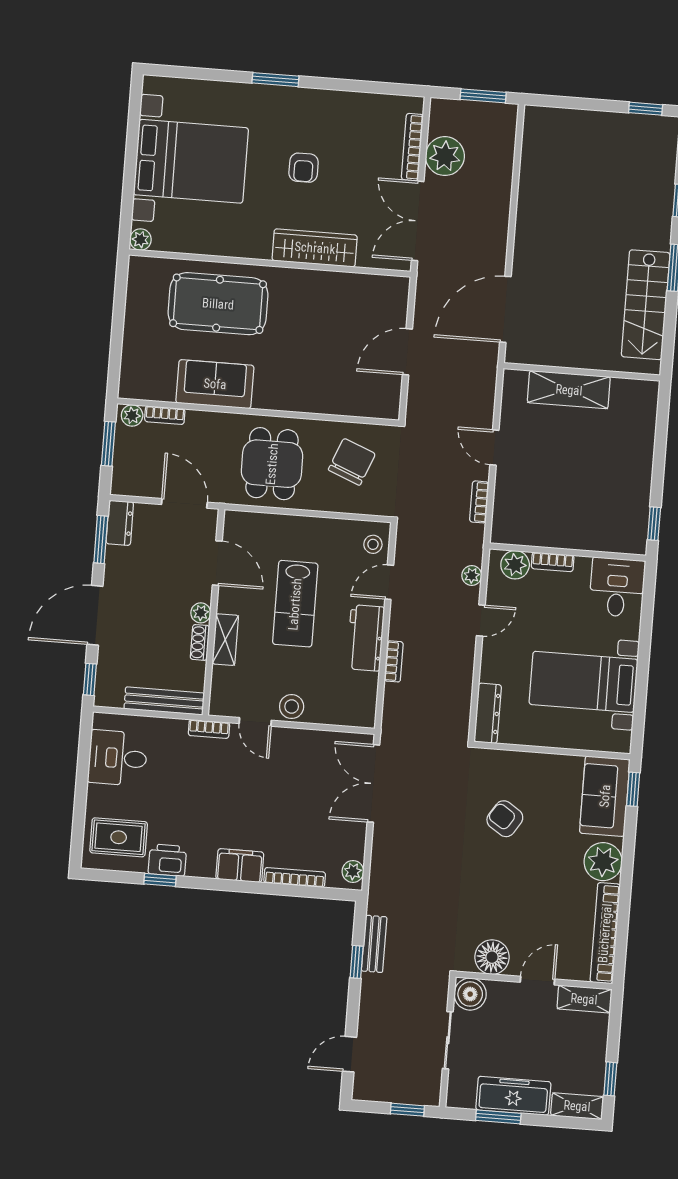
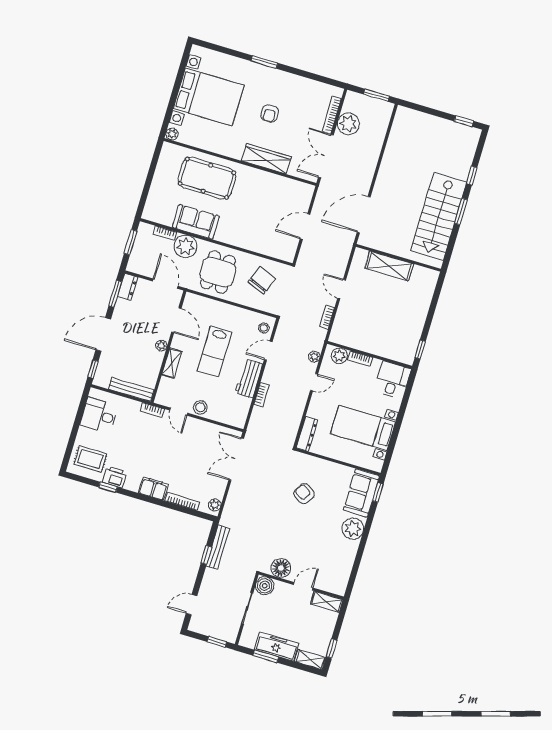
stairs: (646, 305) -> (439, 216), width x1.36, depth x1.51
plant: (132, 415) -> (185, 246), moved, width x1.87, depth x1.87
shoe rack: (200, 642) -> (158, 362), removed
bookcase: (605, 933) -> (346, 568), removed
bench: (374, 944) -> (218, 547), width x1.36

